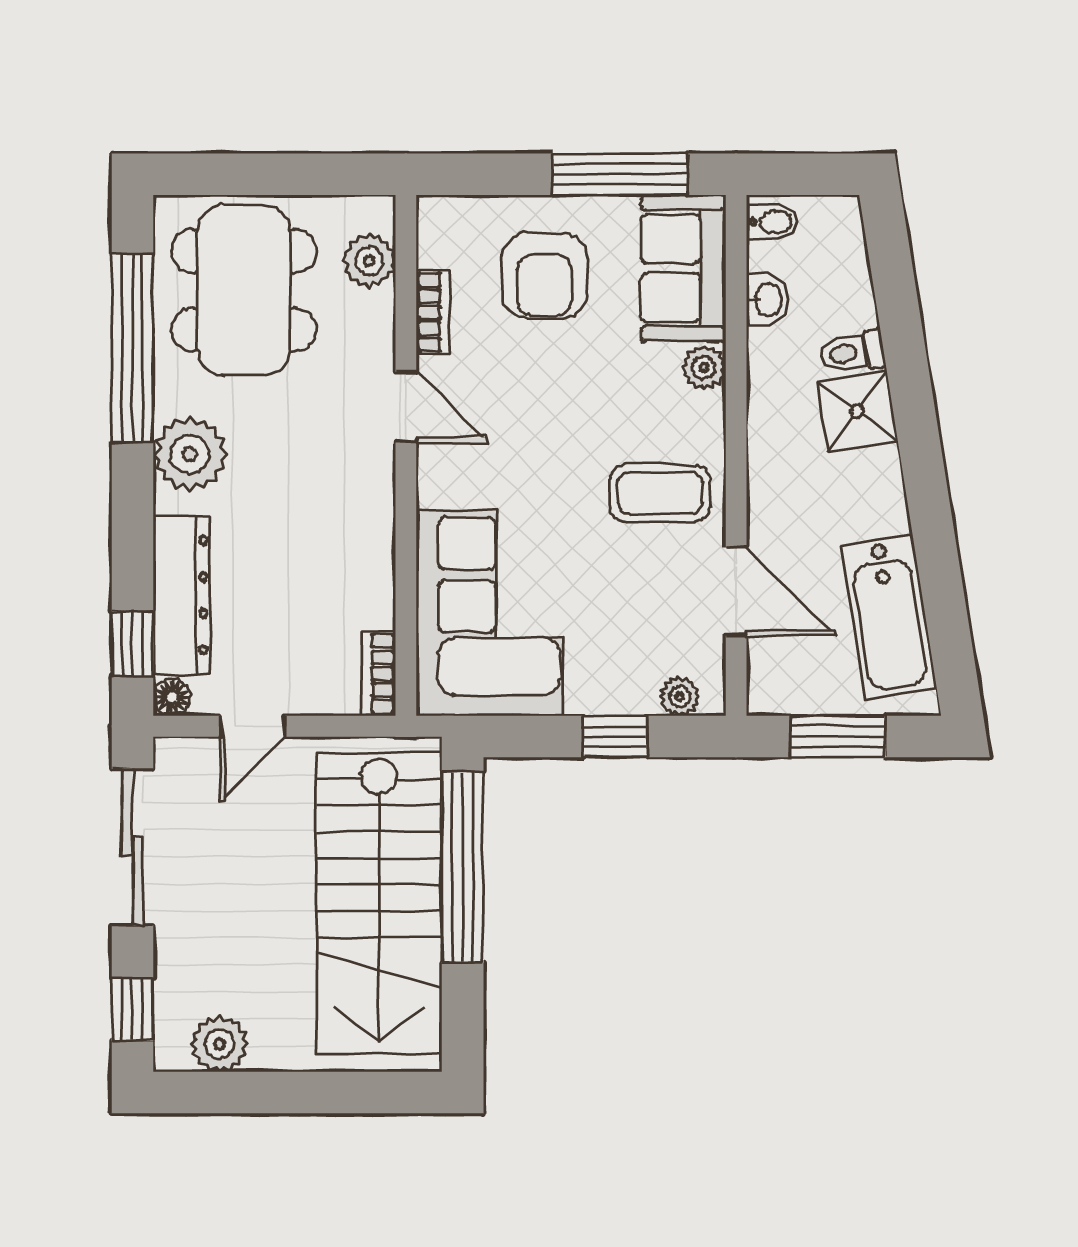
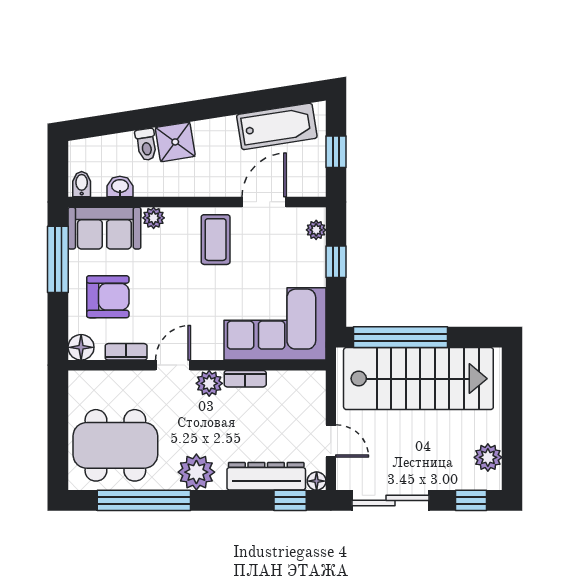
floor lamp: (442, 221) -> (81, 347), added
plant: (369, 261) -> (209, 383), moved
bookcase: (379, 674) -> (245, 379), moved
window: (838, 737) -> (336, 152), width x0.67

